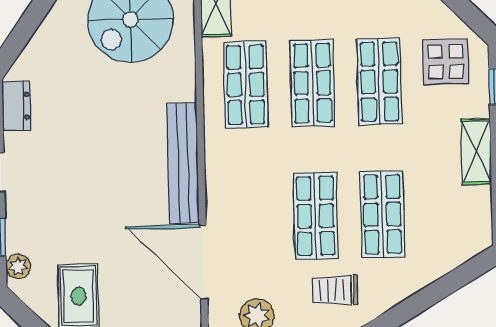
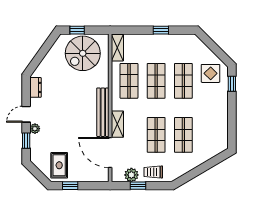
shelving: (476, 152) -> (117, 124), moved
plant: (18, 266) -> (35, 129), moved
trolley: (335, 290) -> (153, 172), moved

